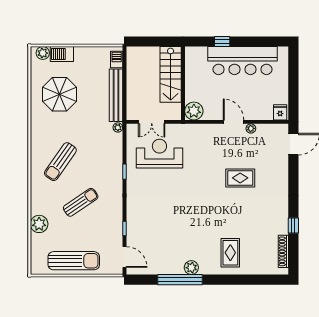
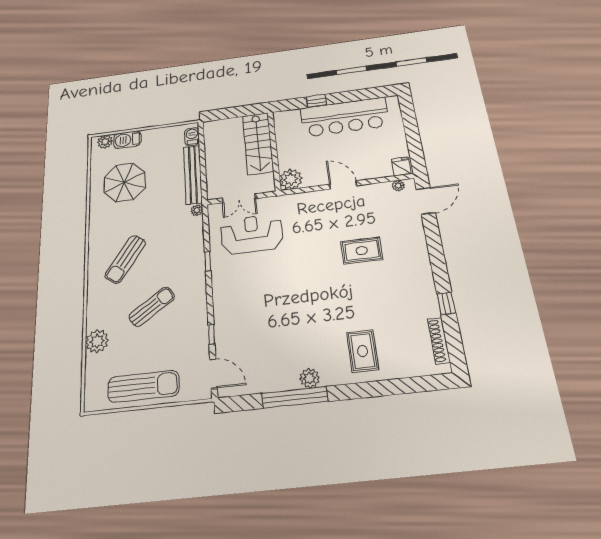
plant: (251, 128) -> (398, 186), moved

